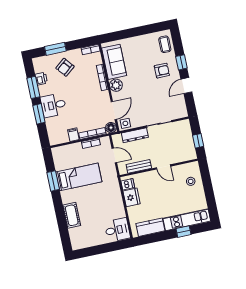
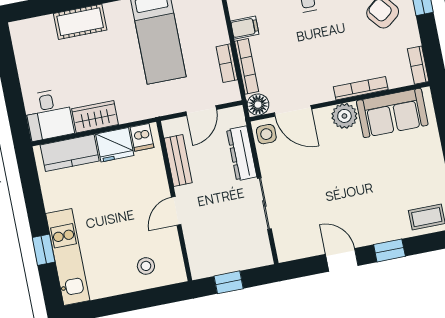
armchair: (162, 71) -> (373, 210), removed
wardrobe: (118, 207) -> (95, 117), added
kitchen counter: (150, 227) -> (70, 153), moved, turned 90

